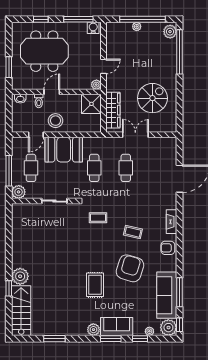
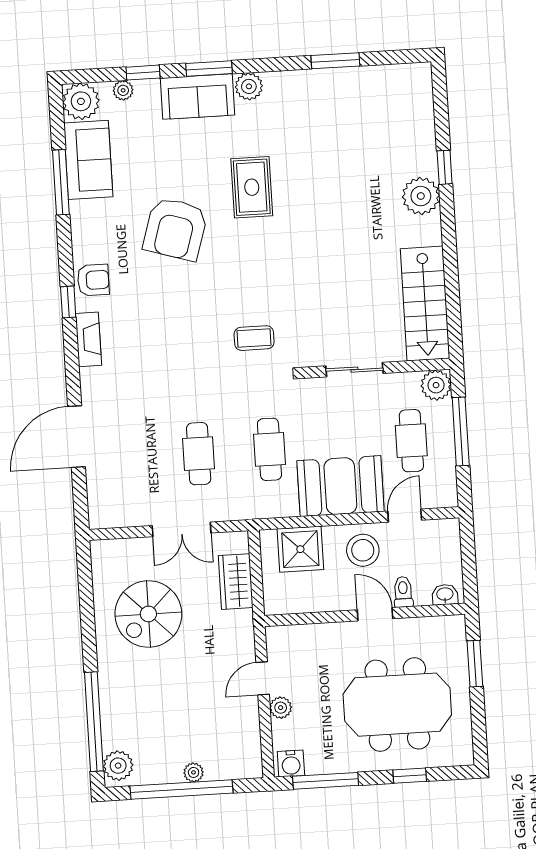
plant: (96, 85) -> (281, 708), moved
door: (52, 92) -> (375, 614), swing flipped
shower: (91, 104) -> (300, 549), moved
wardrobe: (113, 110) -> (236, 582), width x0.67
coffee table: (133, 232) -> (174, 311), removed
sofa: (167, 295) -> (88, 160), width x0.73
stairs: (21, 311) -> (425, 304), moved
window: (180, 325) -> (68, 302), moved

